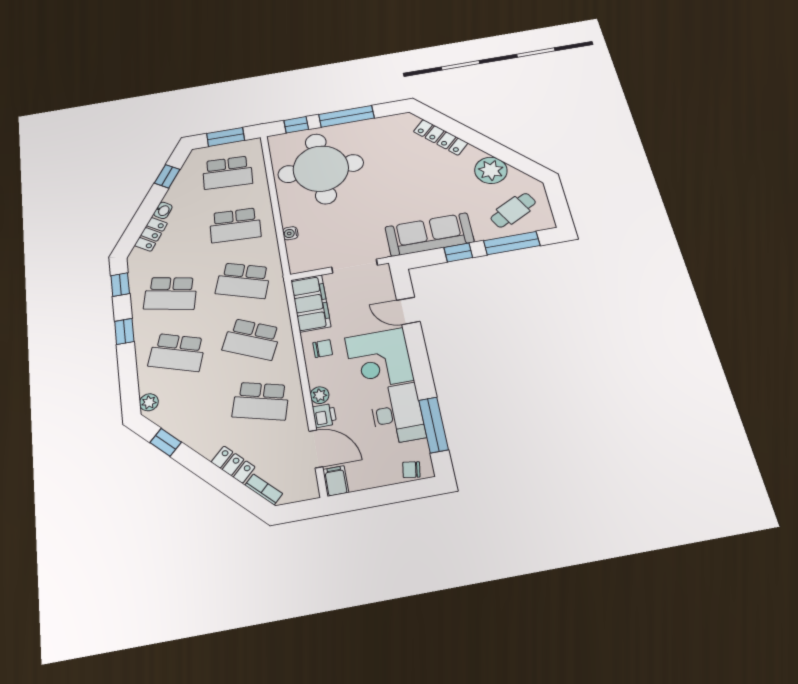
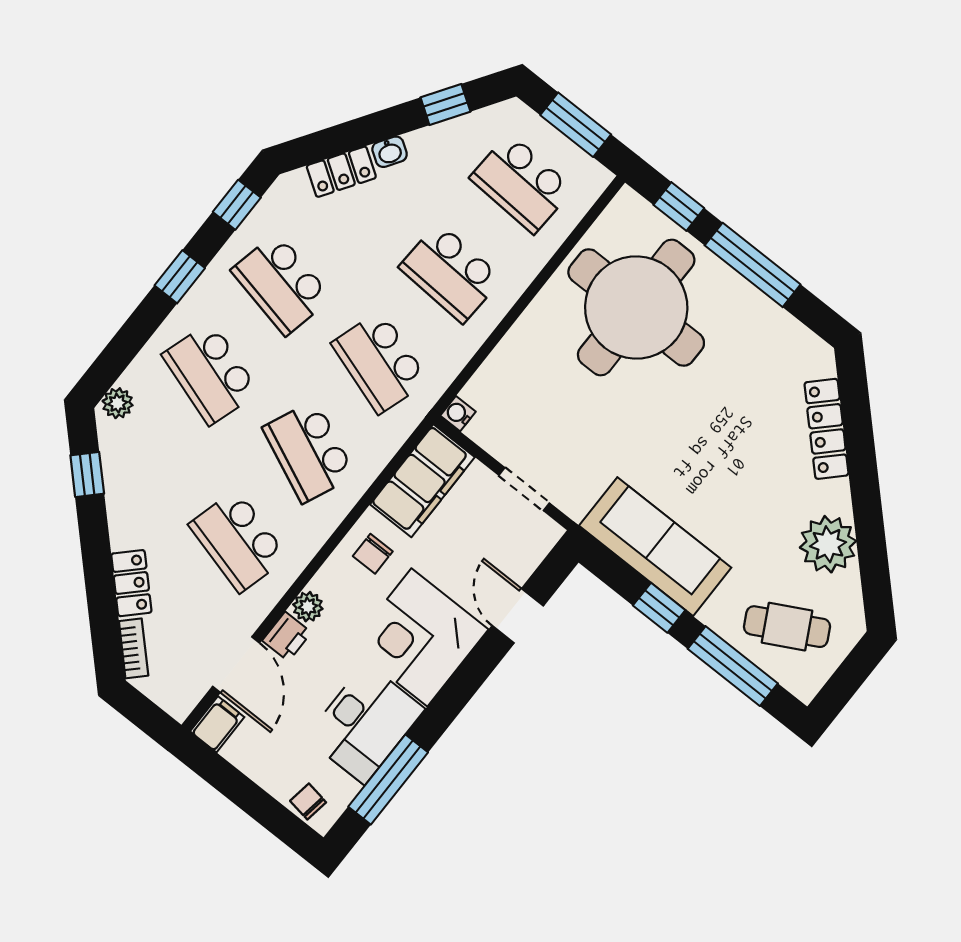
water cooler: (290, 233) -> (458, 414), moved
doorway: (355, 266) -> (524, 489), width x0.73
chair: (323, 349) -> (373, 554), turned 90

